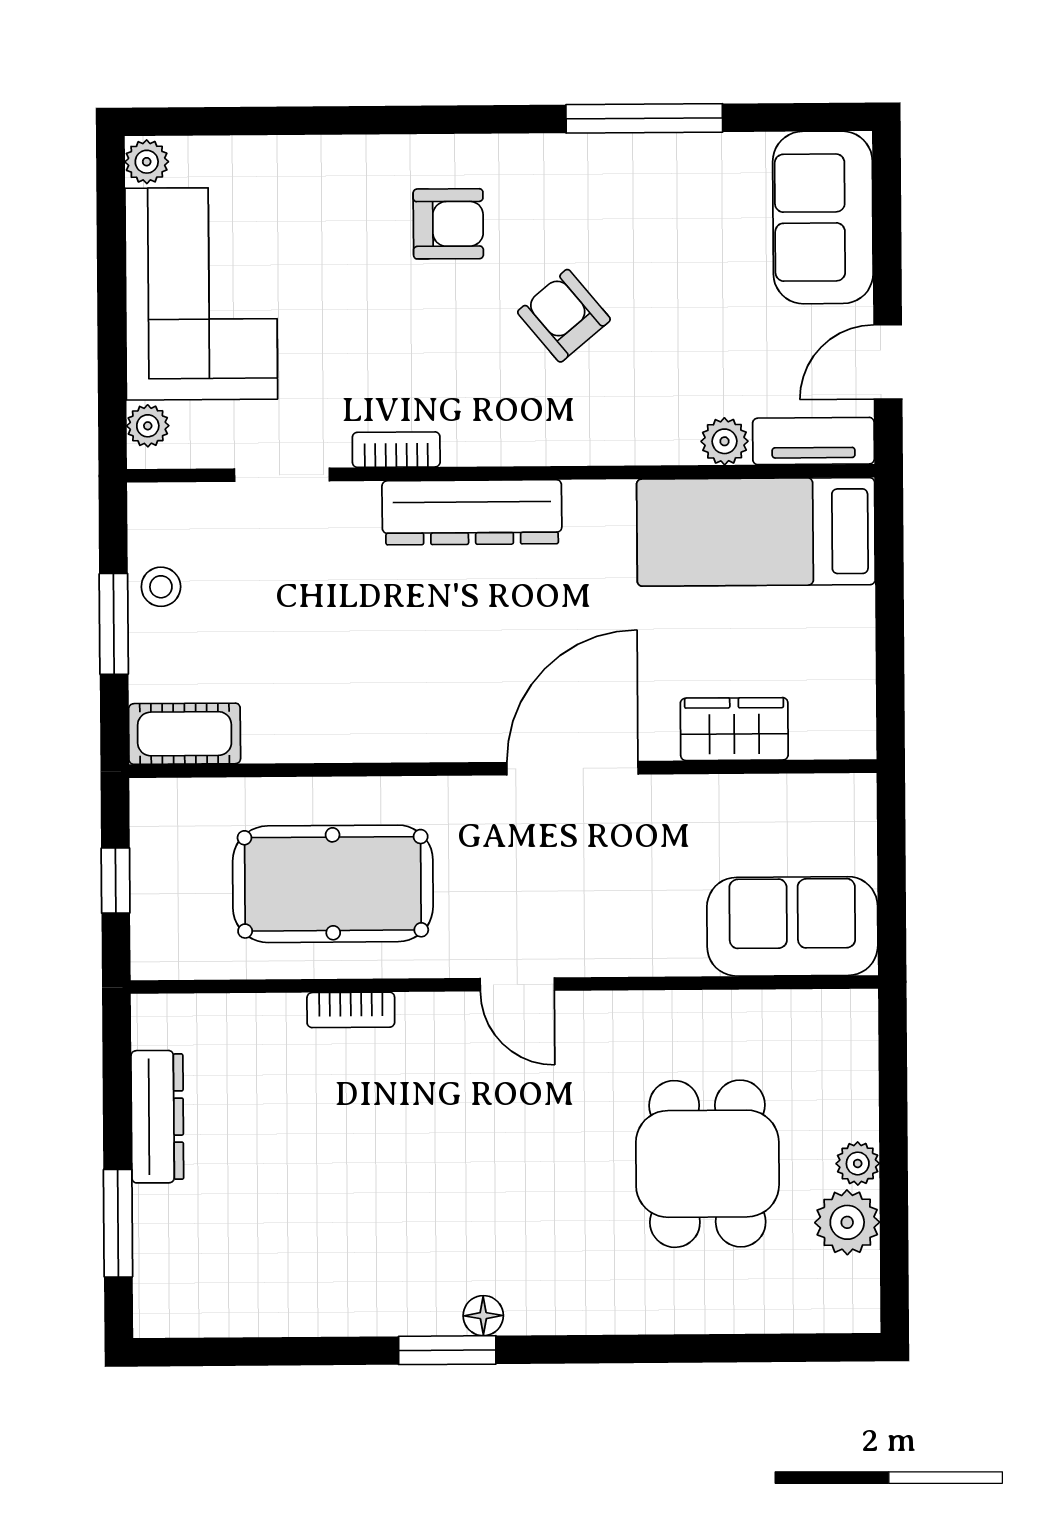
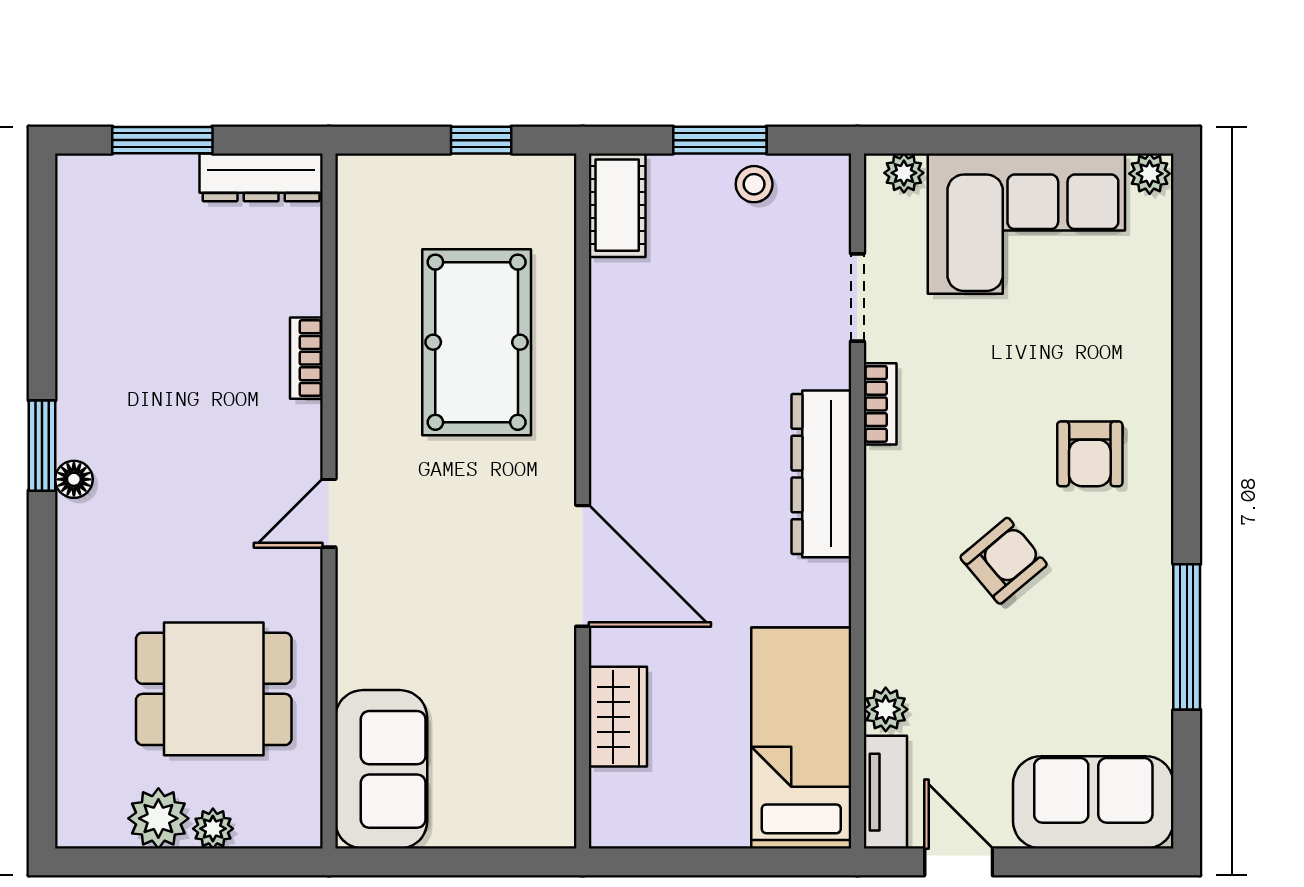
sofa: (792, 926) -> (381, 769), moved
door: (517, 984) -> (329, 513), moved
wall: (504, 985) -> (329, 501), moved
bookcase: (351, 1010) -> (306, 358), moved

